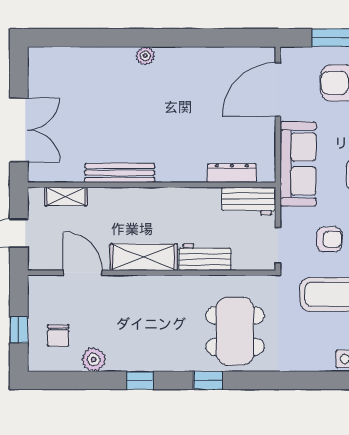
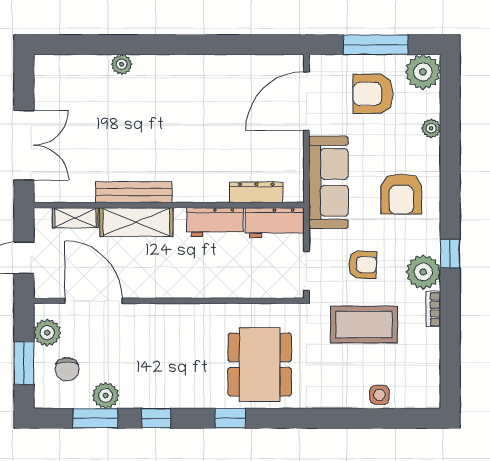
plant: (145, 56) -> (122, 64), moved
shelving: (144, 257) -> (136, 222), moved
workbench: (205, 257) -> (215, 222), moved, turned 180
door: (83, 273) -> (94, 301), width x1.36
plant: (40, 302) -> (47, 333), added
window: (19, 330) -> (24, 363), width x1.50
window: (84, 380) -> (95, 418), added

